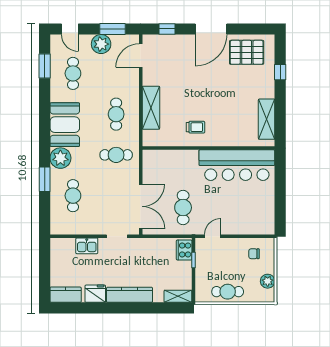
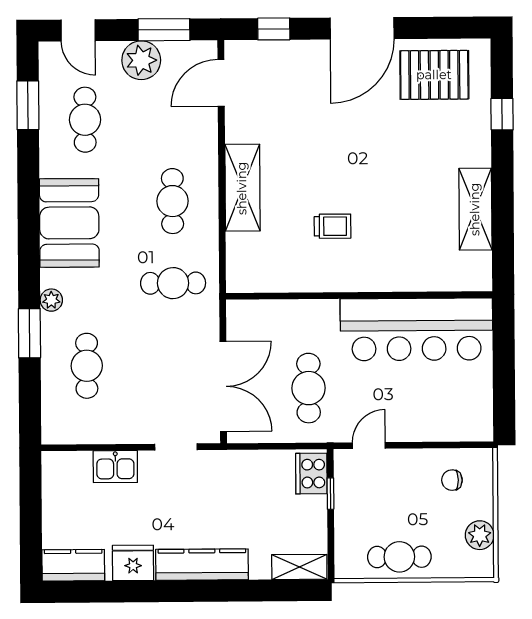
wall: (208, 148) -> (359, 295), moved
plant: (60, 158) -> (51, 300), width x0.53, depth x0.53
bar counter: (237, 165) -> (416, 329), moved

